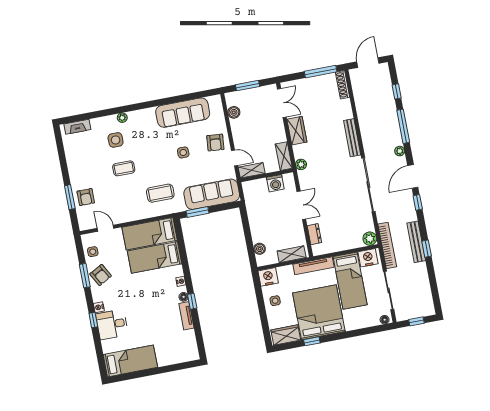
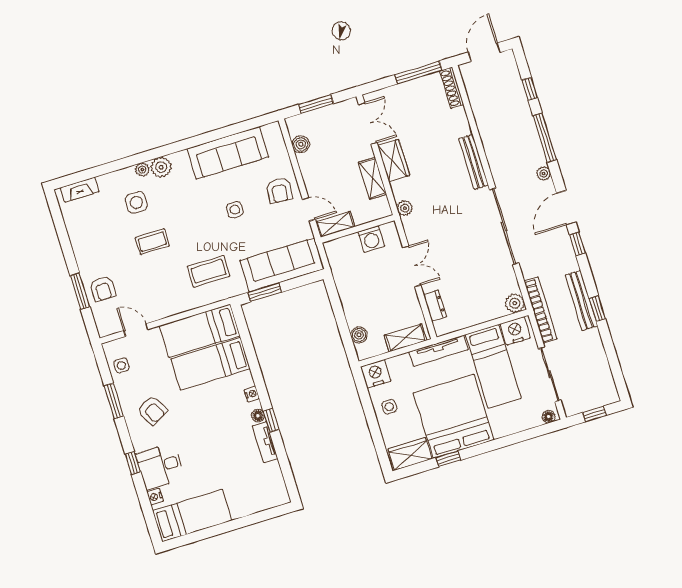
plant: (135, 117) -> (161, 167), added
shelving: (284, 156) -> (373, 178), moved
armchair: (101, 275) -> (152, 410), moved
nightstand: (99, 307) -> (155, 497), moved

